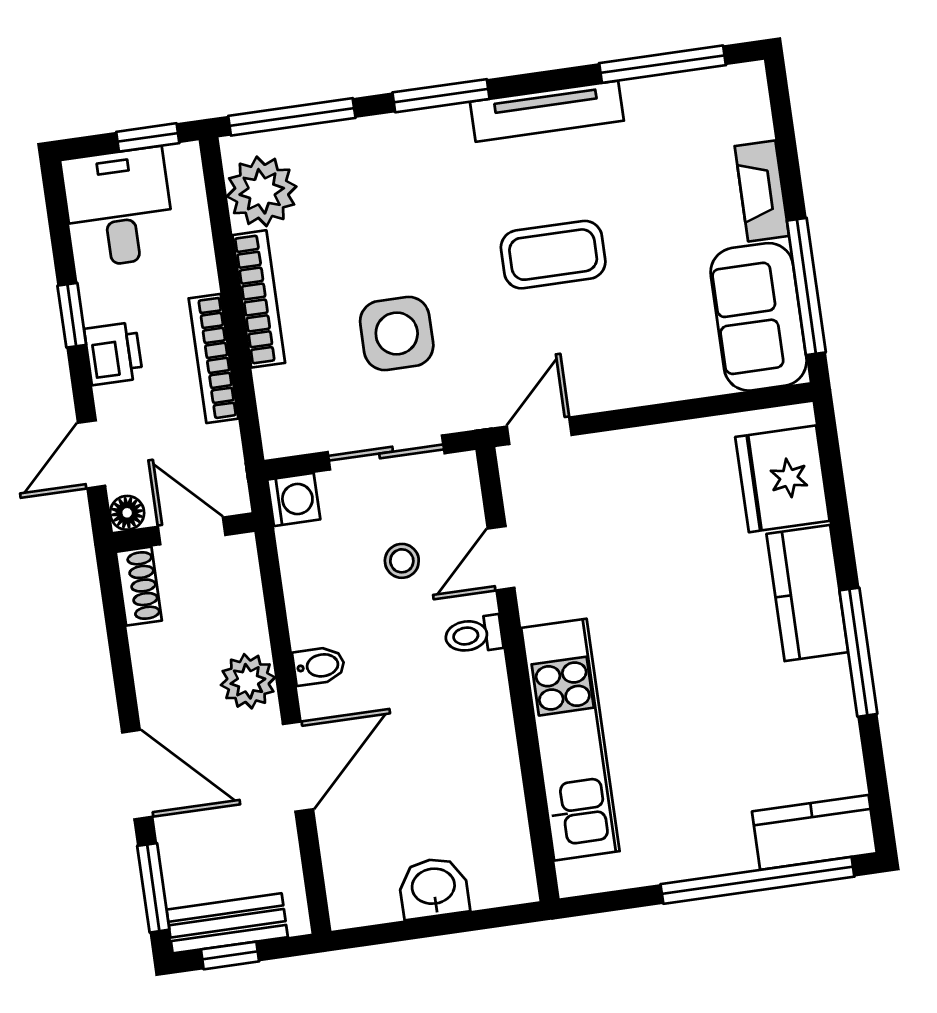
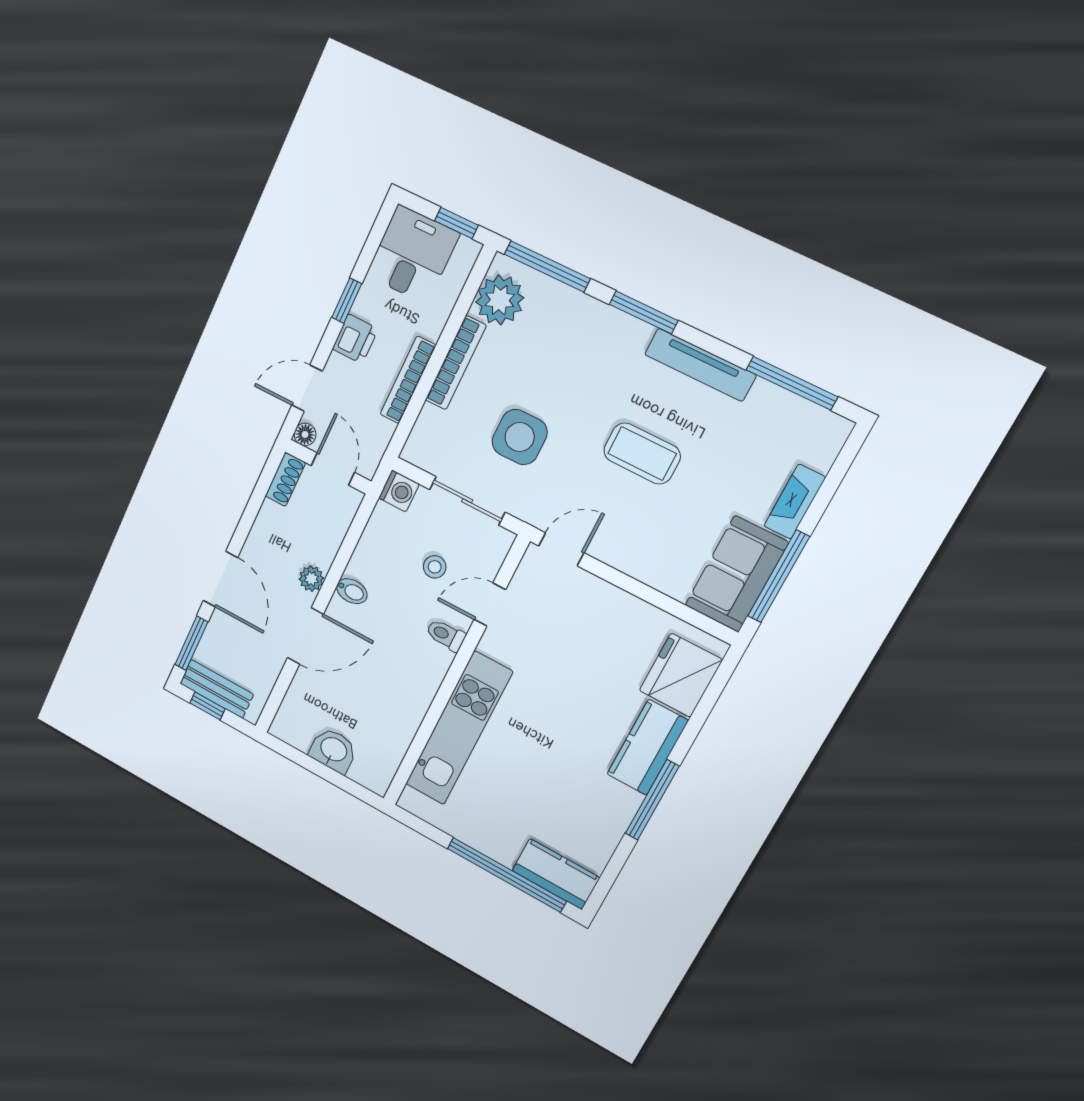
plant: (248, 681) -> (311, 579), width x0.73, depth x0.73

